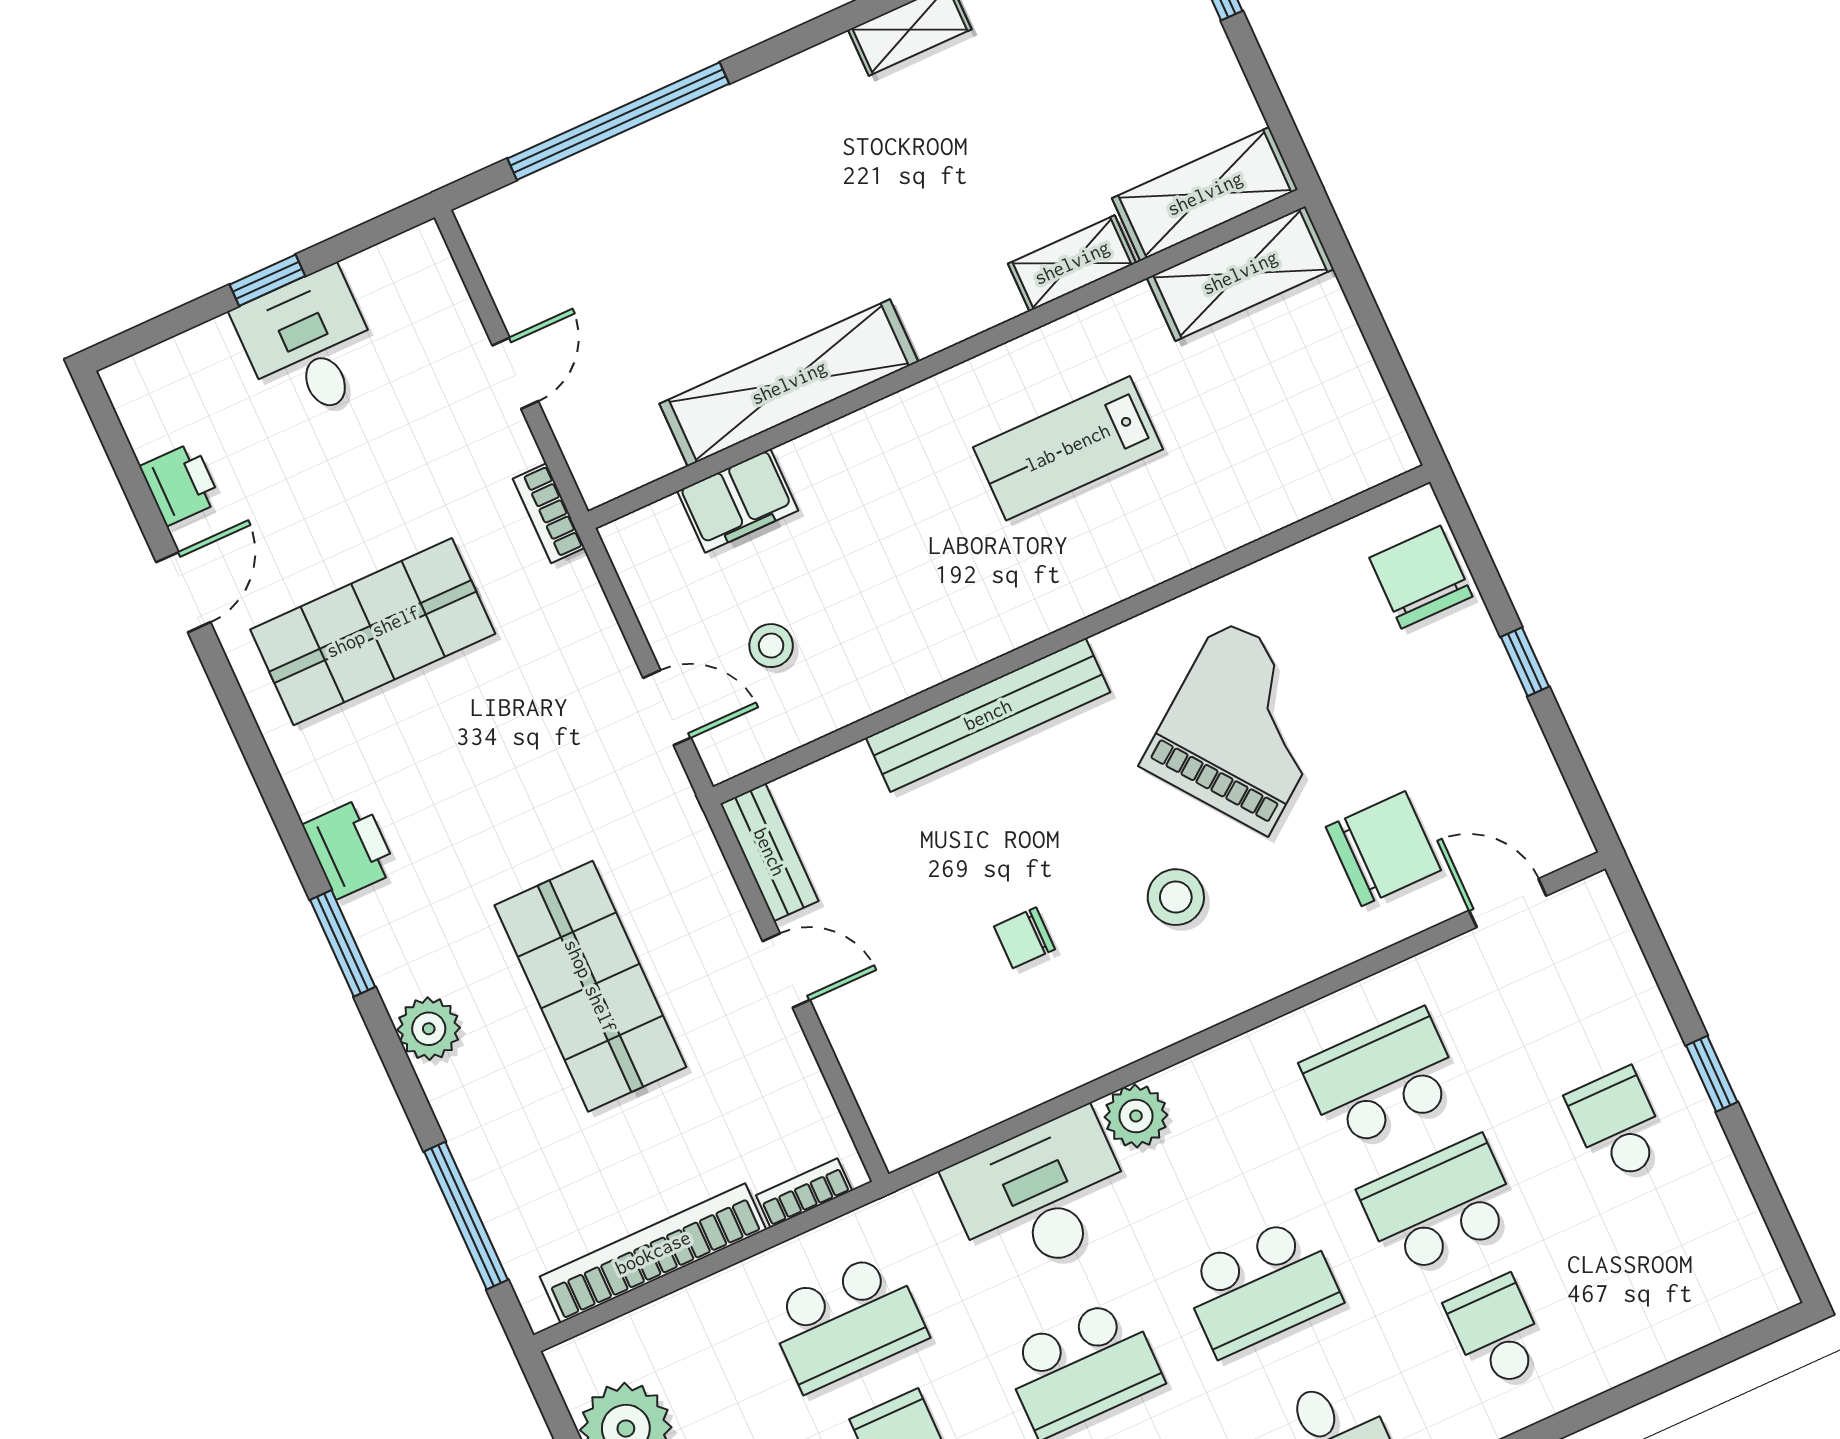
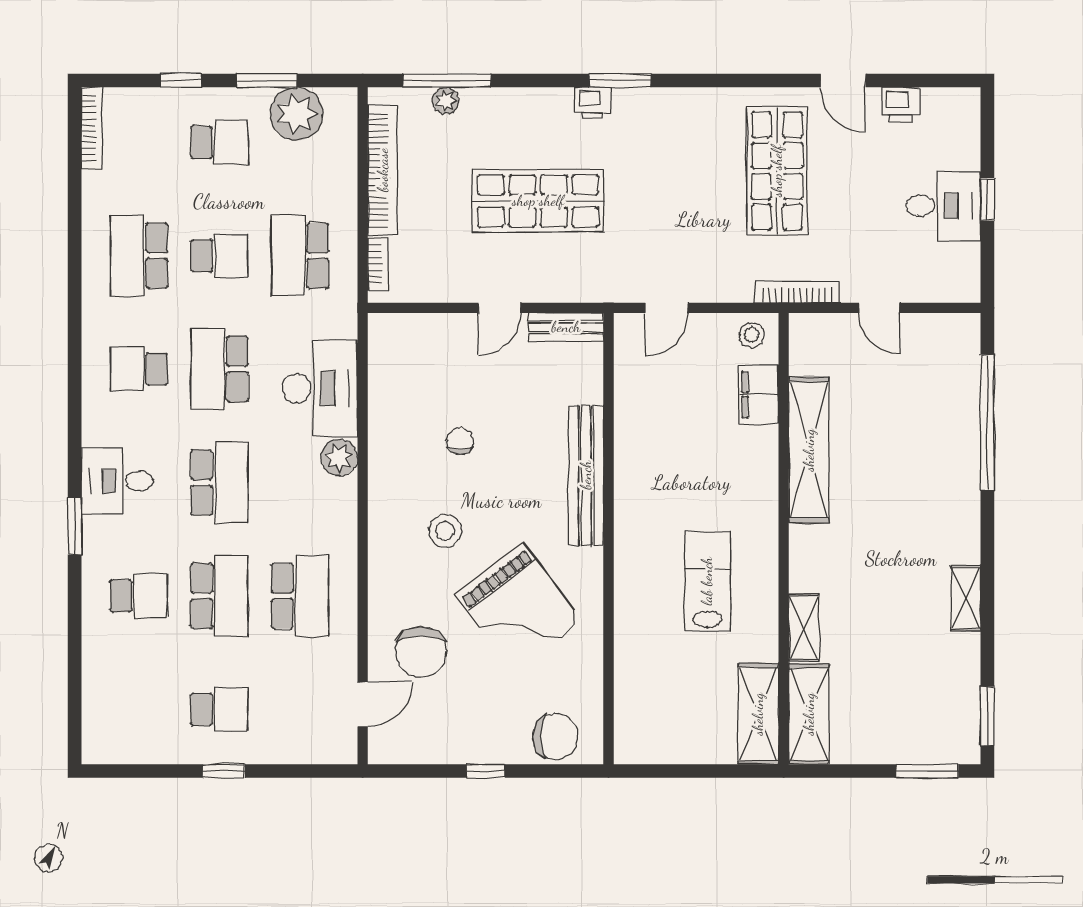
bookcase: (549, 513) -> (797, 292), width x1.56
stool: (771, 646) -> (752, 335), moved
printer: (350, 848) -> (593, 103), moved, width x0.73, depth x0.81
plant: (429, 1029) -> (445, 101), moved, width x0.73, depth x0.73
school desk: (1261, 1287) -> (219, 482), turned 180

